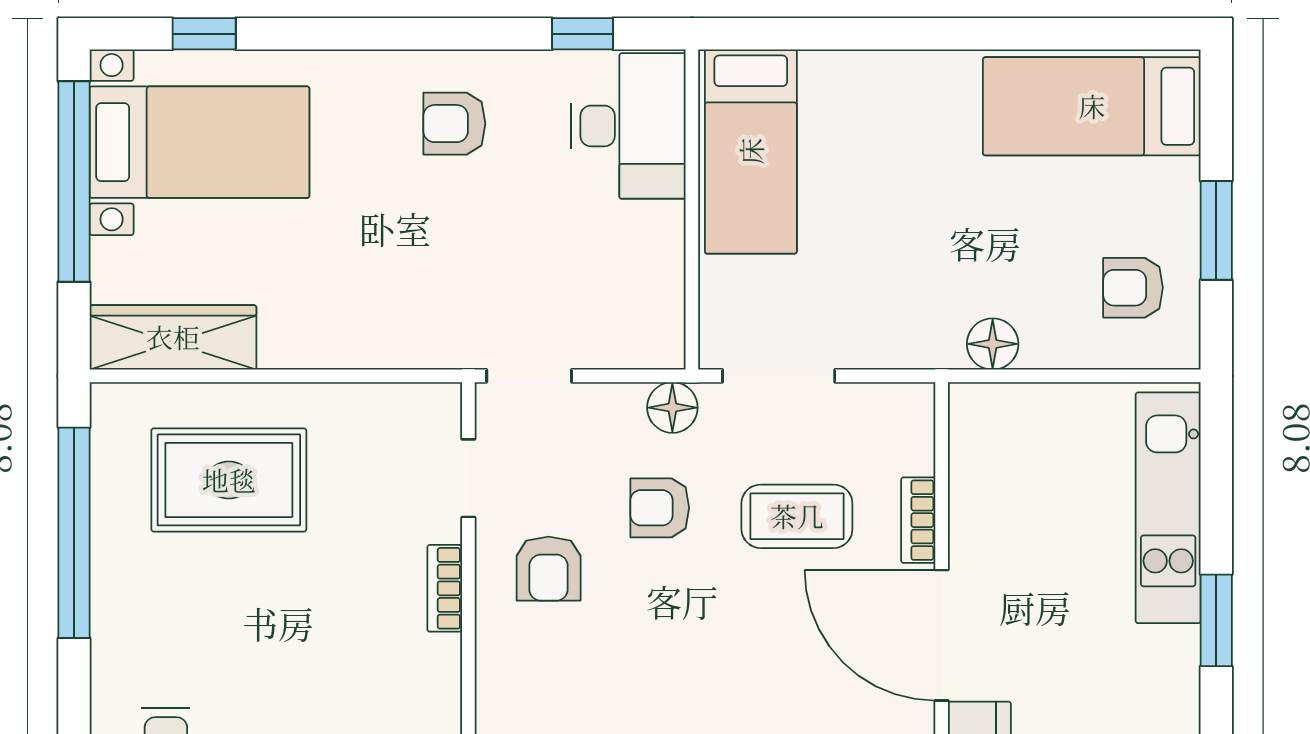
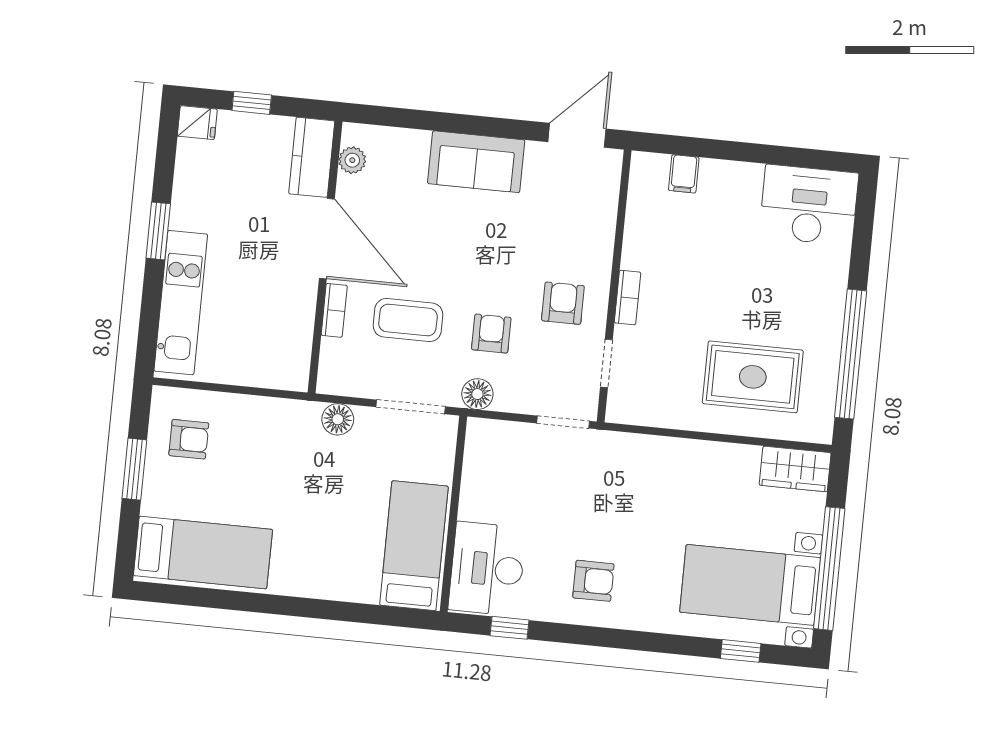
wardrobe: (173, 337) -> (795, 469), width x0.67
floor lamp: (993, 344) -> (338, 419), moved
armchair: (660, 508) -> (491, 334), turned -90

